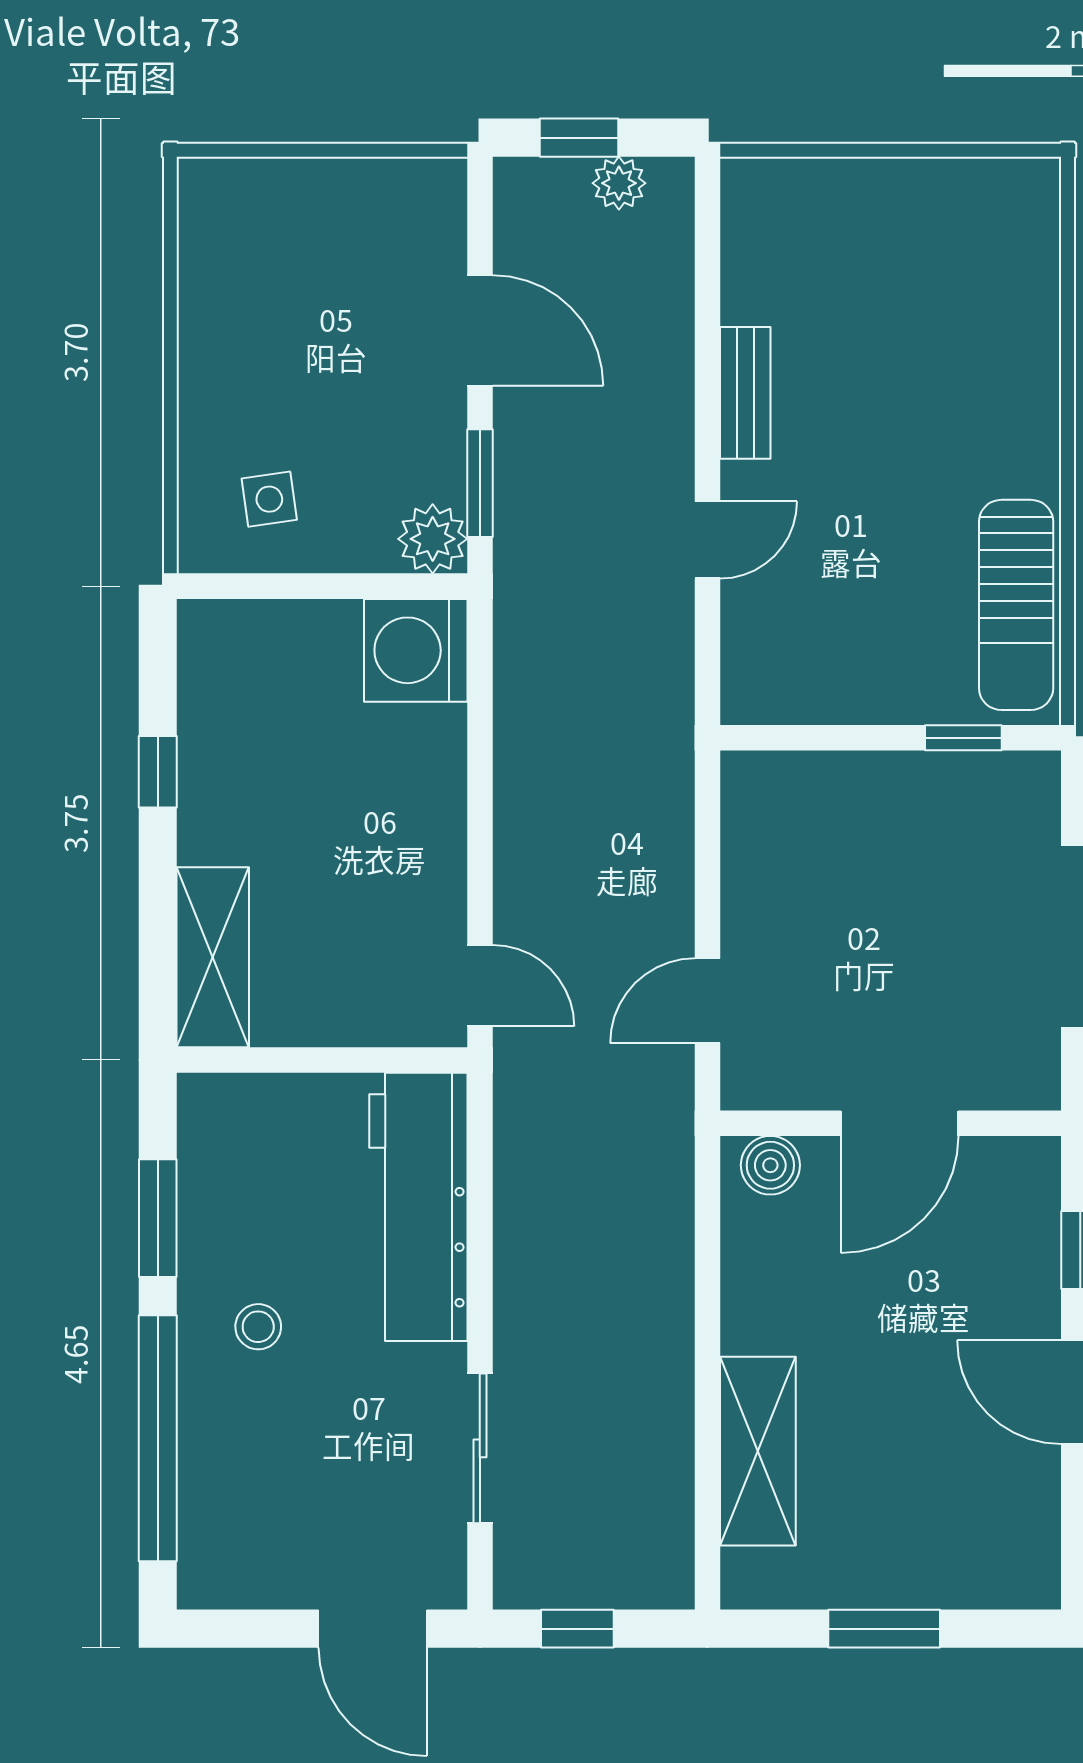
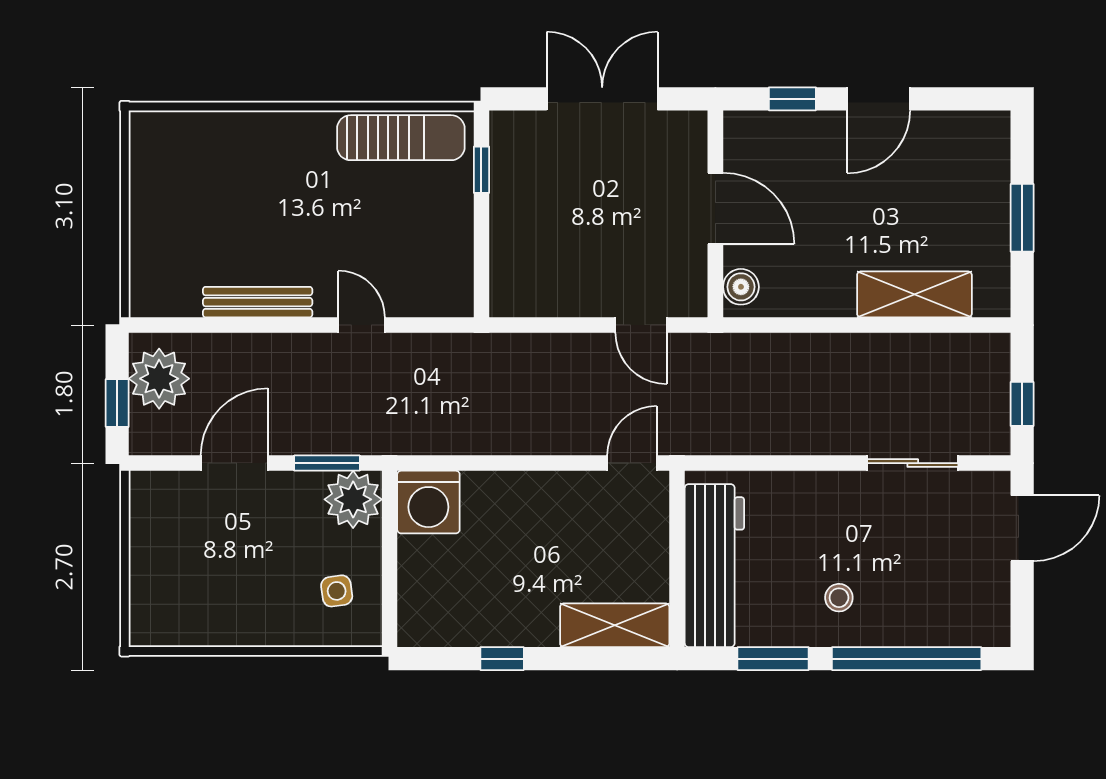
plant: (619, 183) -> (159, 379), width x1.87, depth x1.87
bench: (745, 393) -> (258, 302), width x1.36
plant: (433, 539) -> (353, 499), width x1.36, depth x1.36
workbench: (418, 1207) -> (714, 566), moved, turned -90

